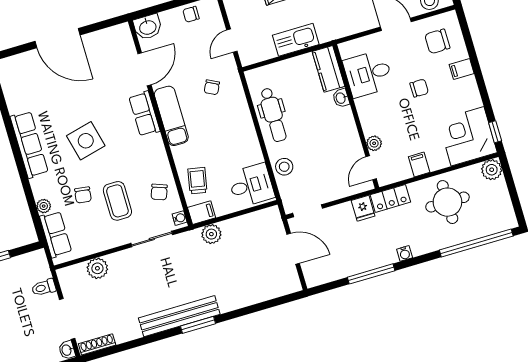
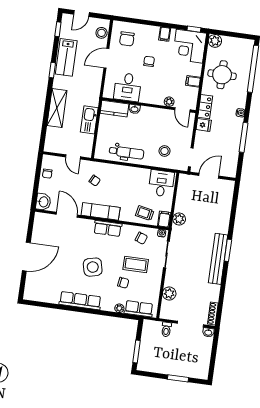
filing cabinet: (462, 69) -> (165, 34), moved
row of seats: (144, 114) -> (108, 228), moved
stool: (284, 167) -> (164, 151), moved

